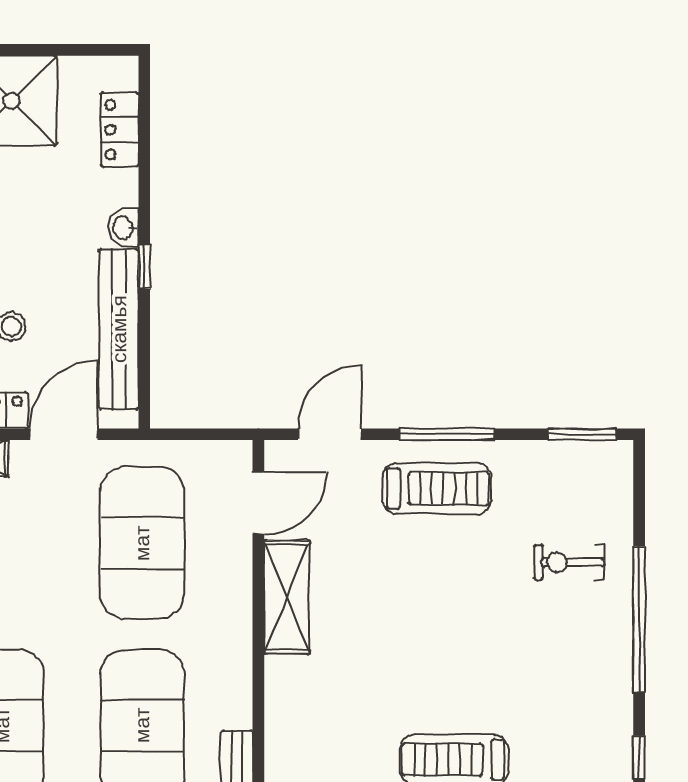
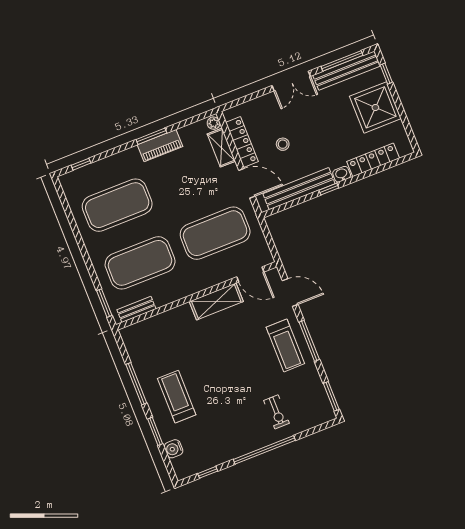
locker: (120, 130) -> (373, 160), width x1.53
exercise bike: (569, 562) -> (277, 412), turned 180

